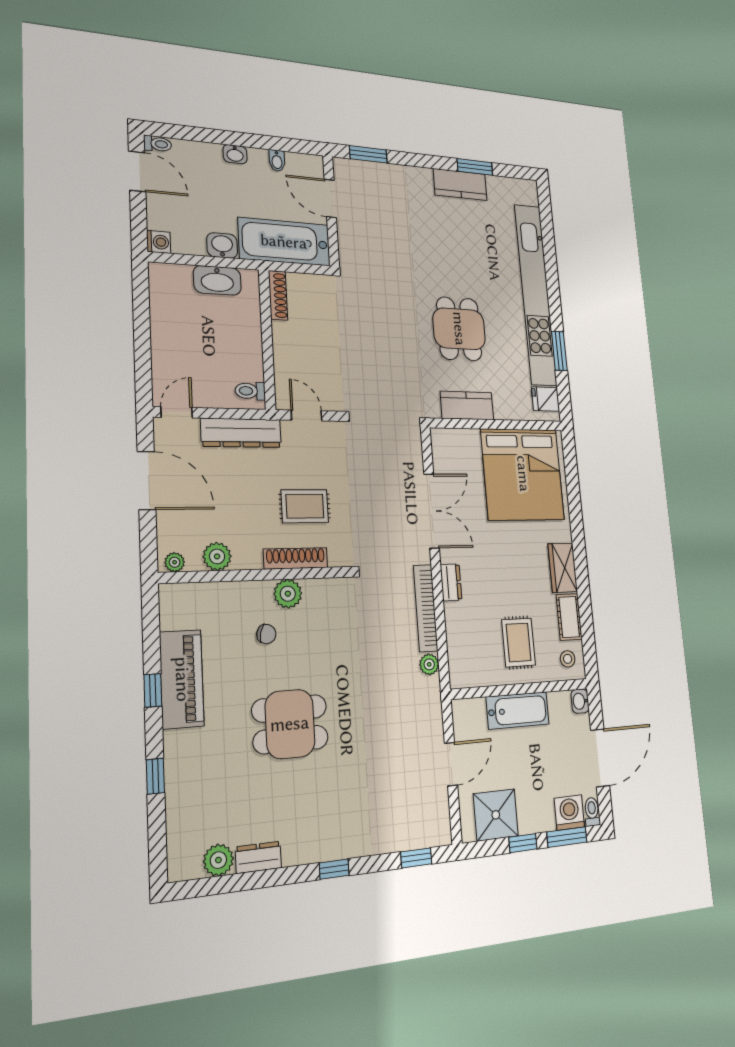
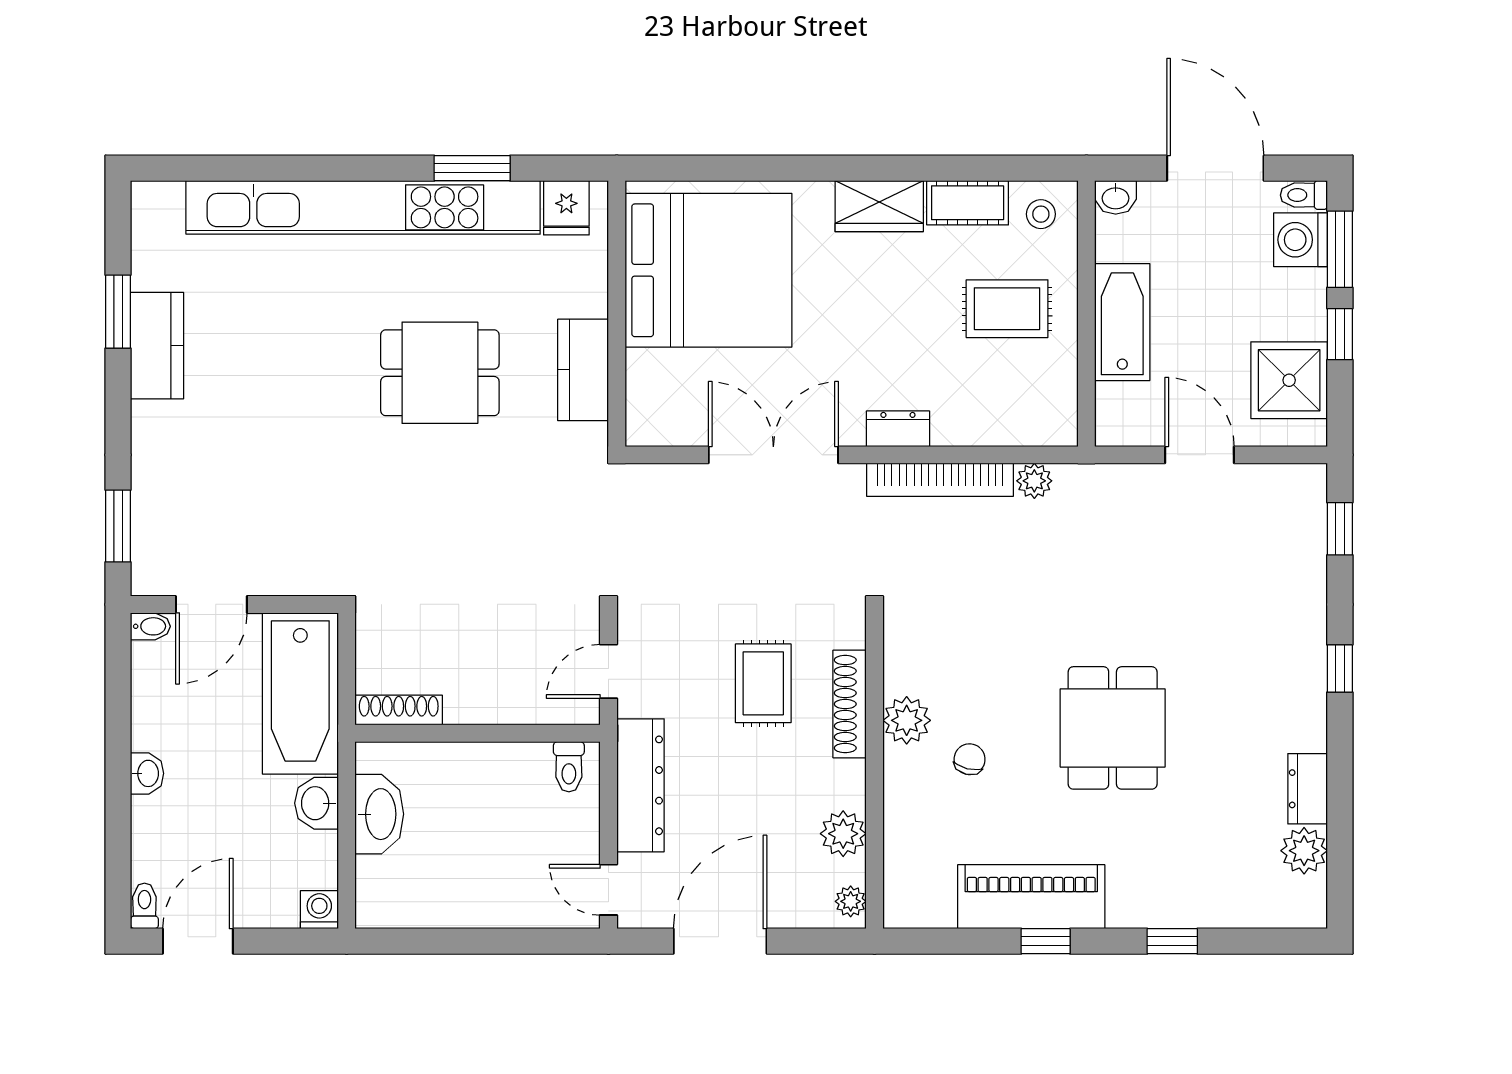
bidet: (277, 161) -> (150, 626), moved

